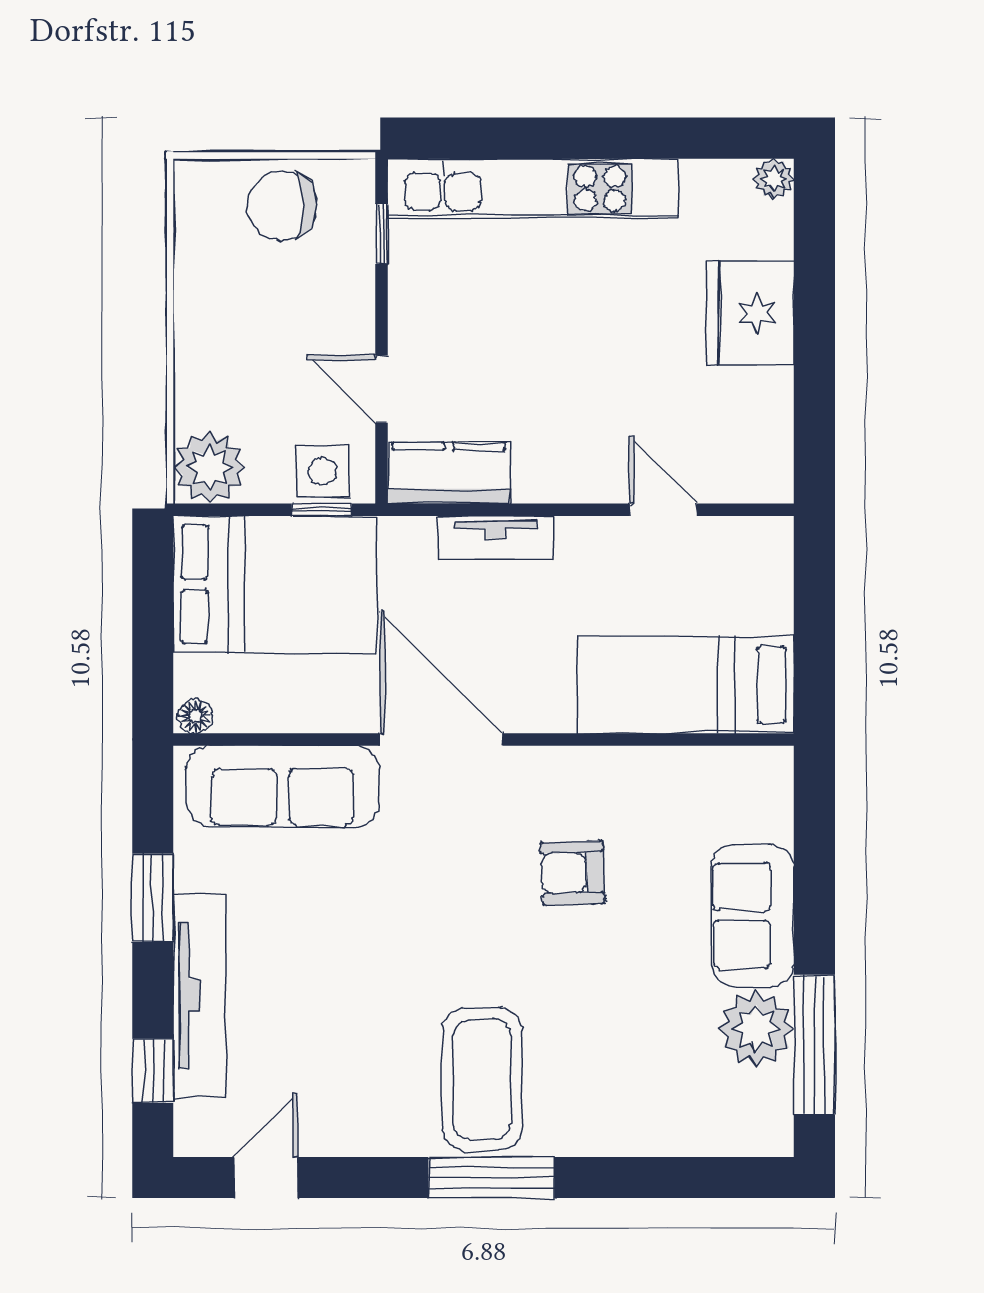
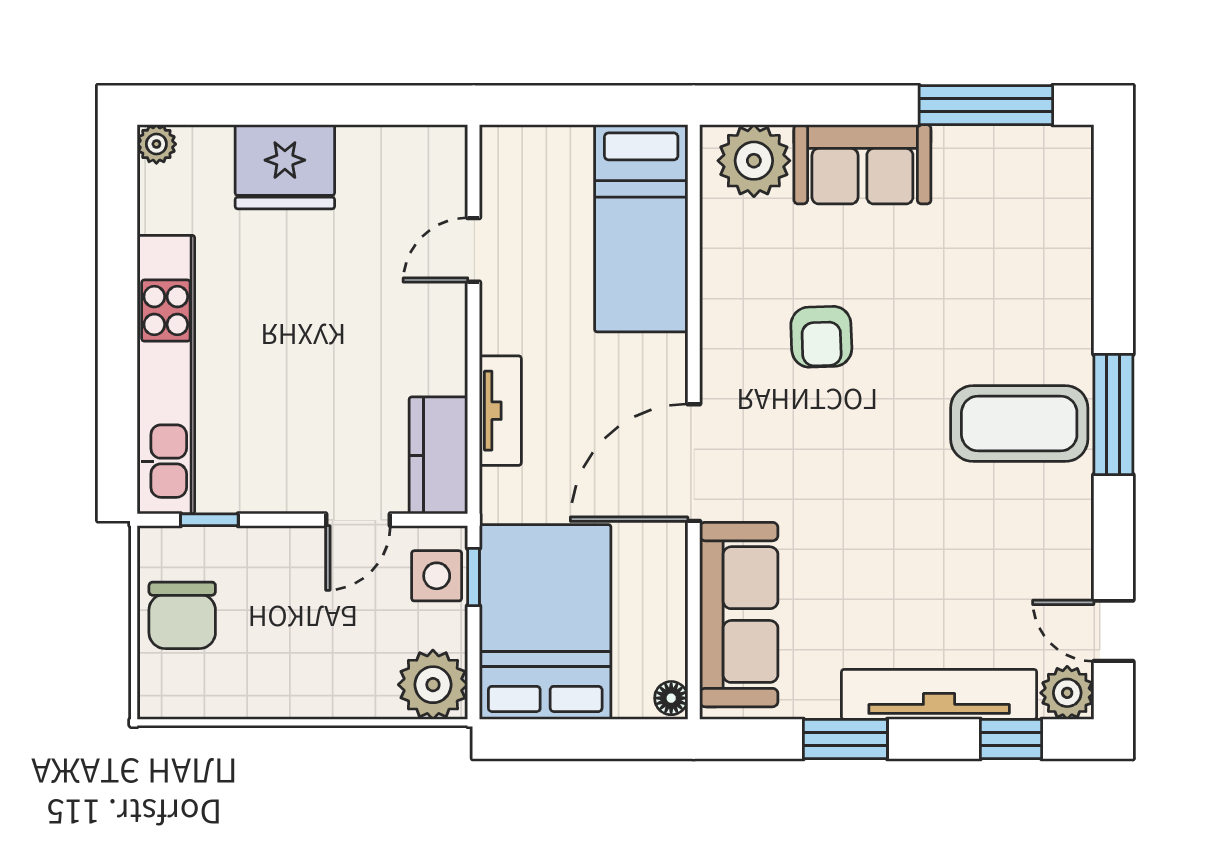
plant: (756, 1029) -> (754, 161), moved
plant: (201, 1129) -> (1067, 693), added

